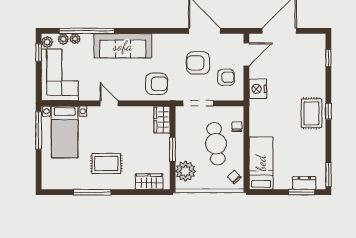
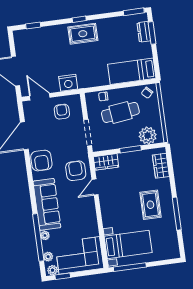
plant: (75, 39) -> (45, 235), moved
armchair: (198, 63) -> (41, 161), moved
door: (109, 103) -> (95, 187), moved

